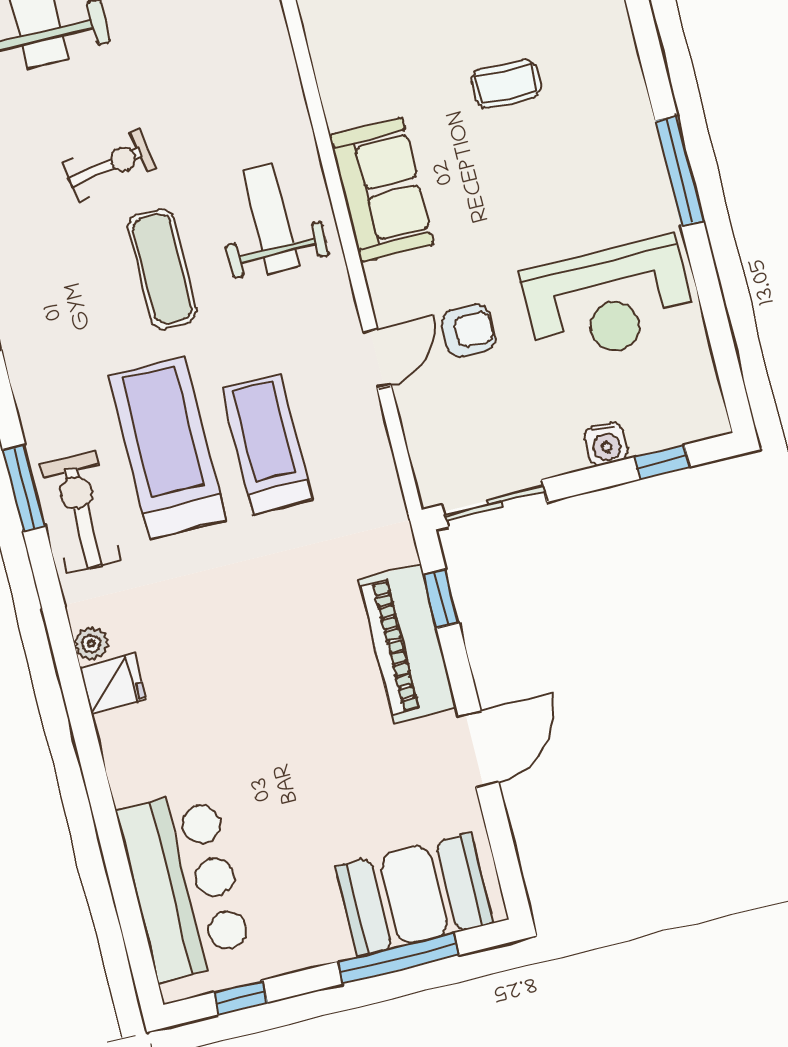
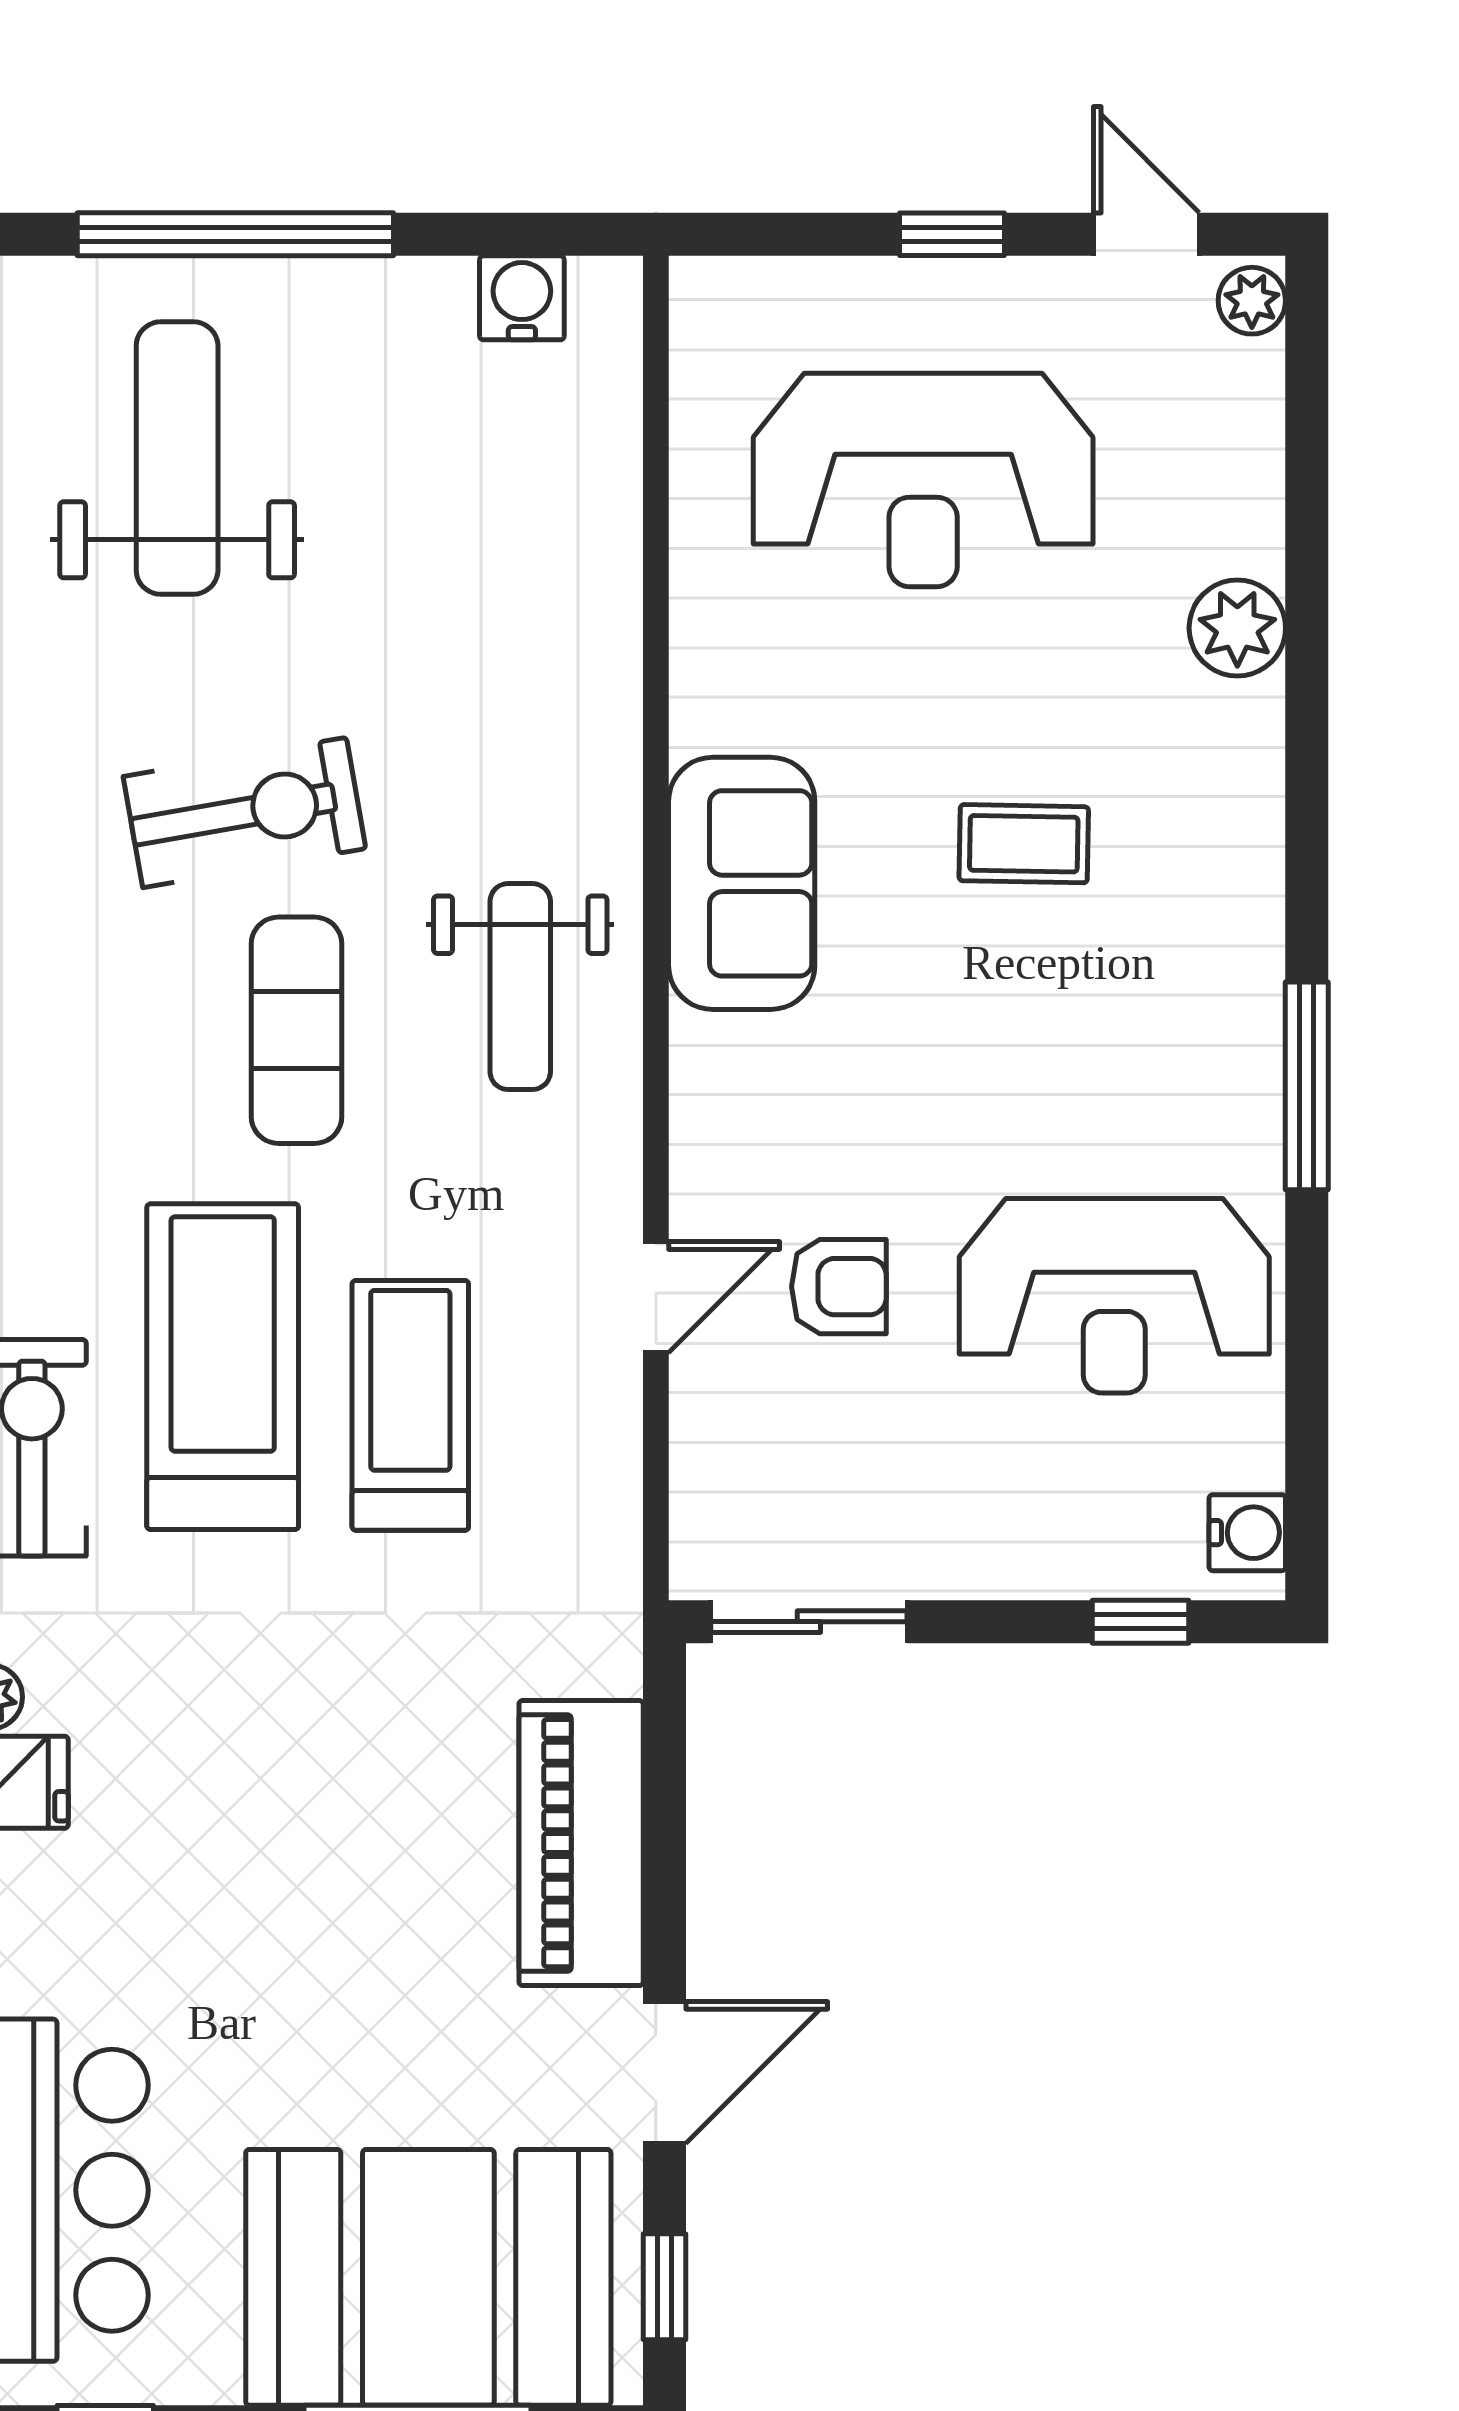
exercise bike: (109, 165) -> (245, 813), width x1.38, depth x1.39
sofa: (381, 190) -> (742, 883), moved
weight bench: (270, 219) -> (520, 987), turned 180
water cooler: (606, 444) -> (1247, 1533), moved, turned -90
window: (441, 599) -> (664, 2287), moved
booth: (414, 895) -> (428, 2277), width x1.36, depth x1.42

